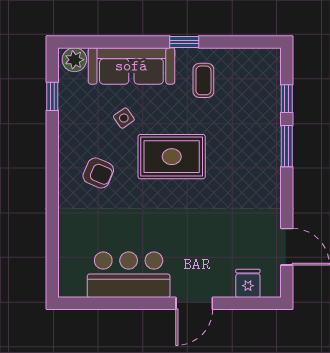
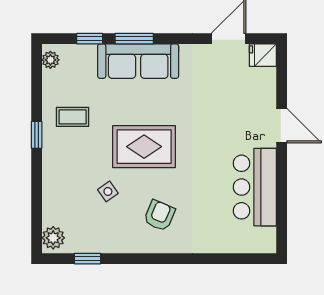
plant: (264, 57) -> (50, 60), added
sofa: (131, 66) -> (138, 61), moved, turned 90
rug: (172, 157) -> (144, 147), turned 90
fridge: (248, 283) -> (263, 55), moved

